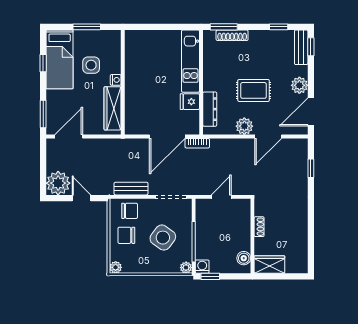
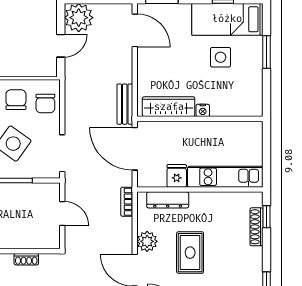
window: (224, 27) -> (267, 217), width x0.67
nightstand: (116, 80) -> (203, 110), moved
wall: (123, 82) -> (200, 119), moved
wardrobe: (113, 108) -> (169, 107), moved
bookcase: (197, 143) -> (127, 202), moved
bench: (131, 189) -> (125, 104), moved

